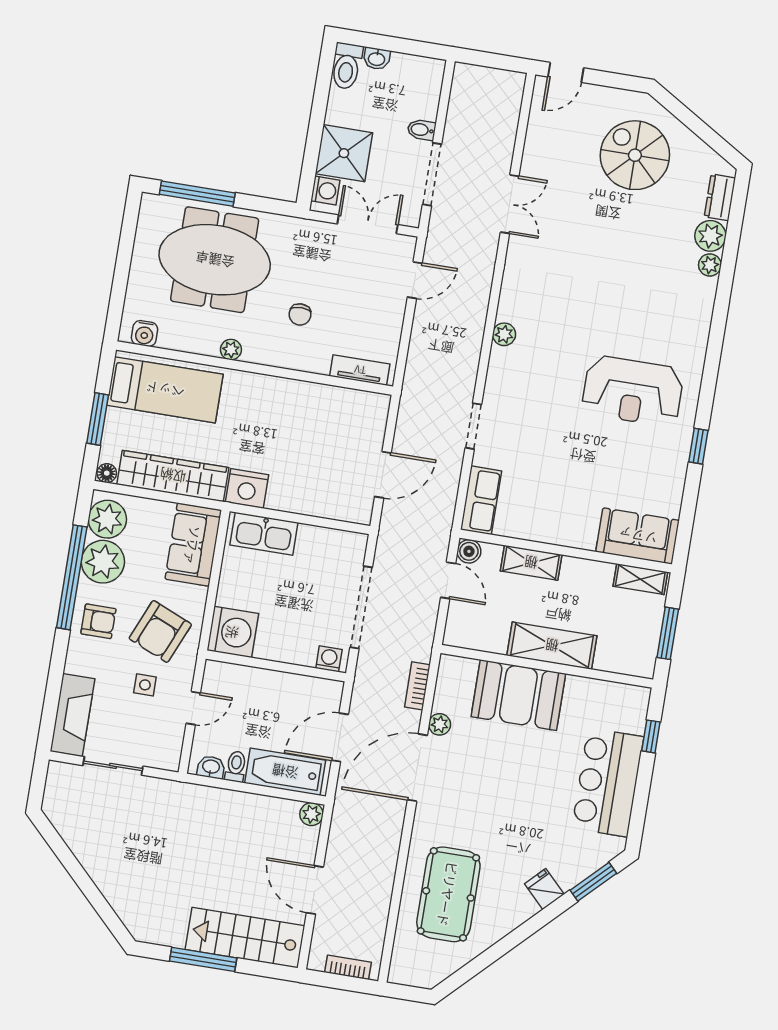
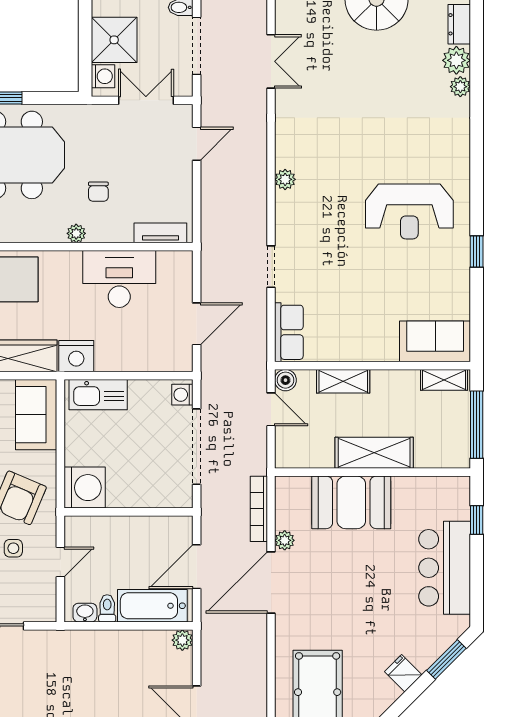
plant: (231, 350) -> (76, 233), moved
desk: (307, 413) -> (119, 279), added
window: (668, 633) -> (477, 425), width x1.44
washing machine: (329, 659) -> (182, 395), moved, turned -90
bookcase: (417, 686) -> (259, 509), width x1.56

